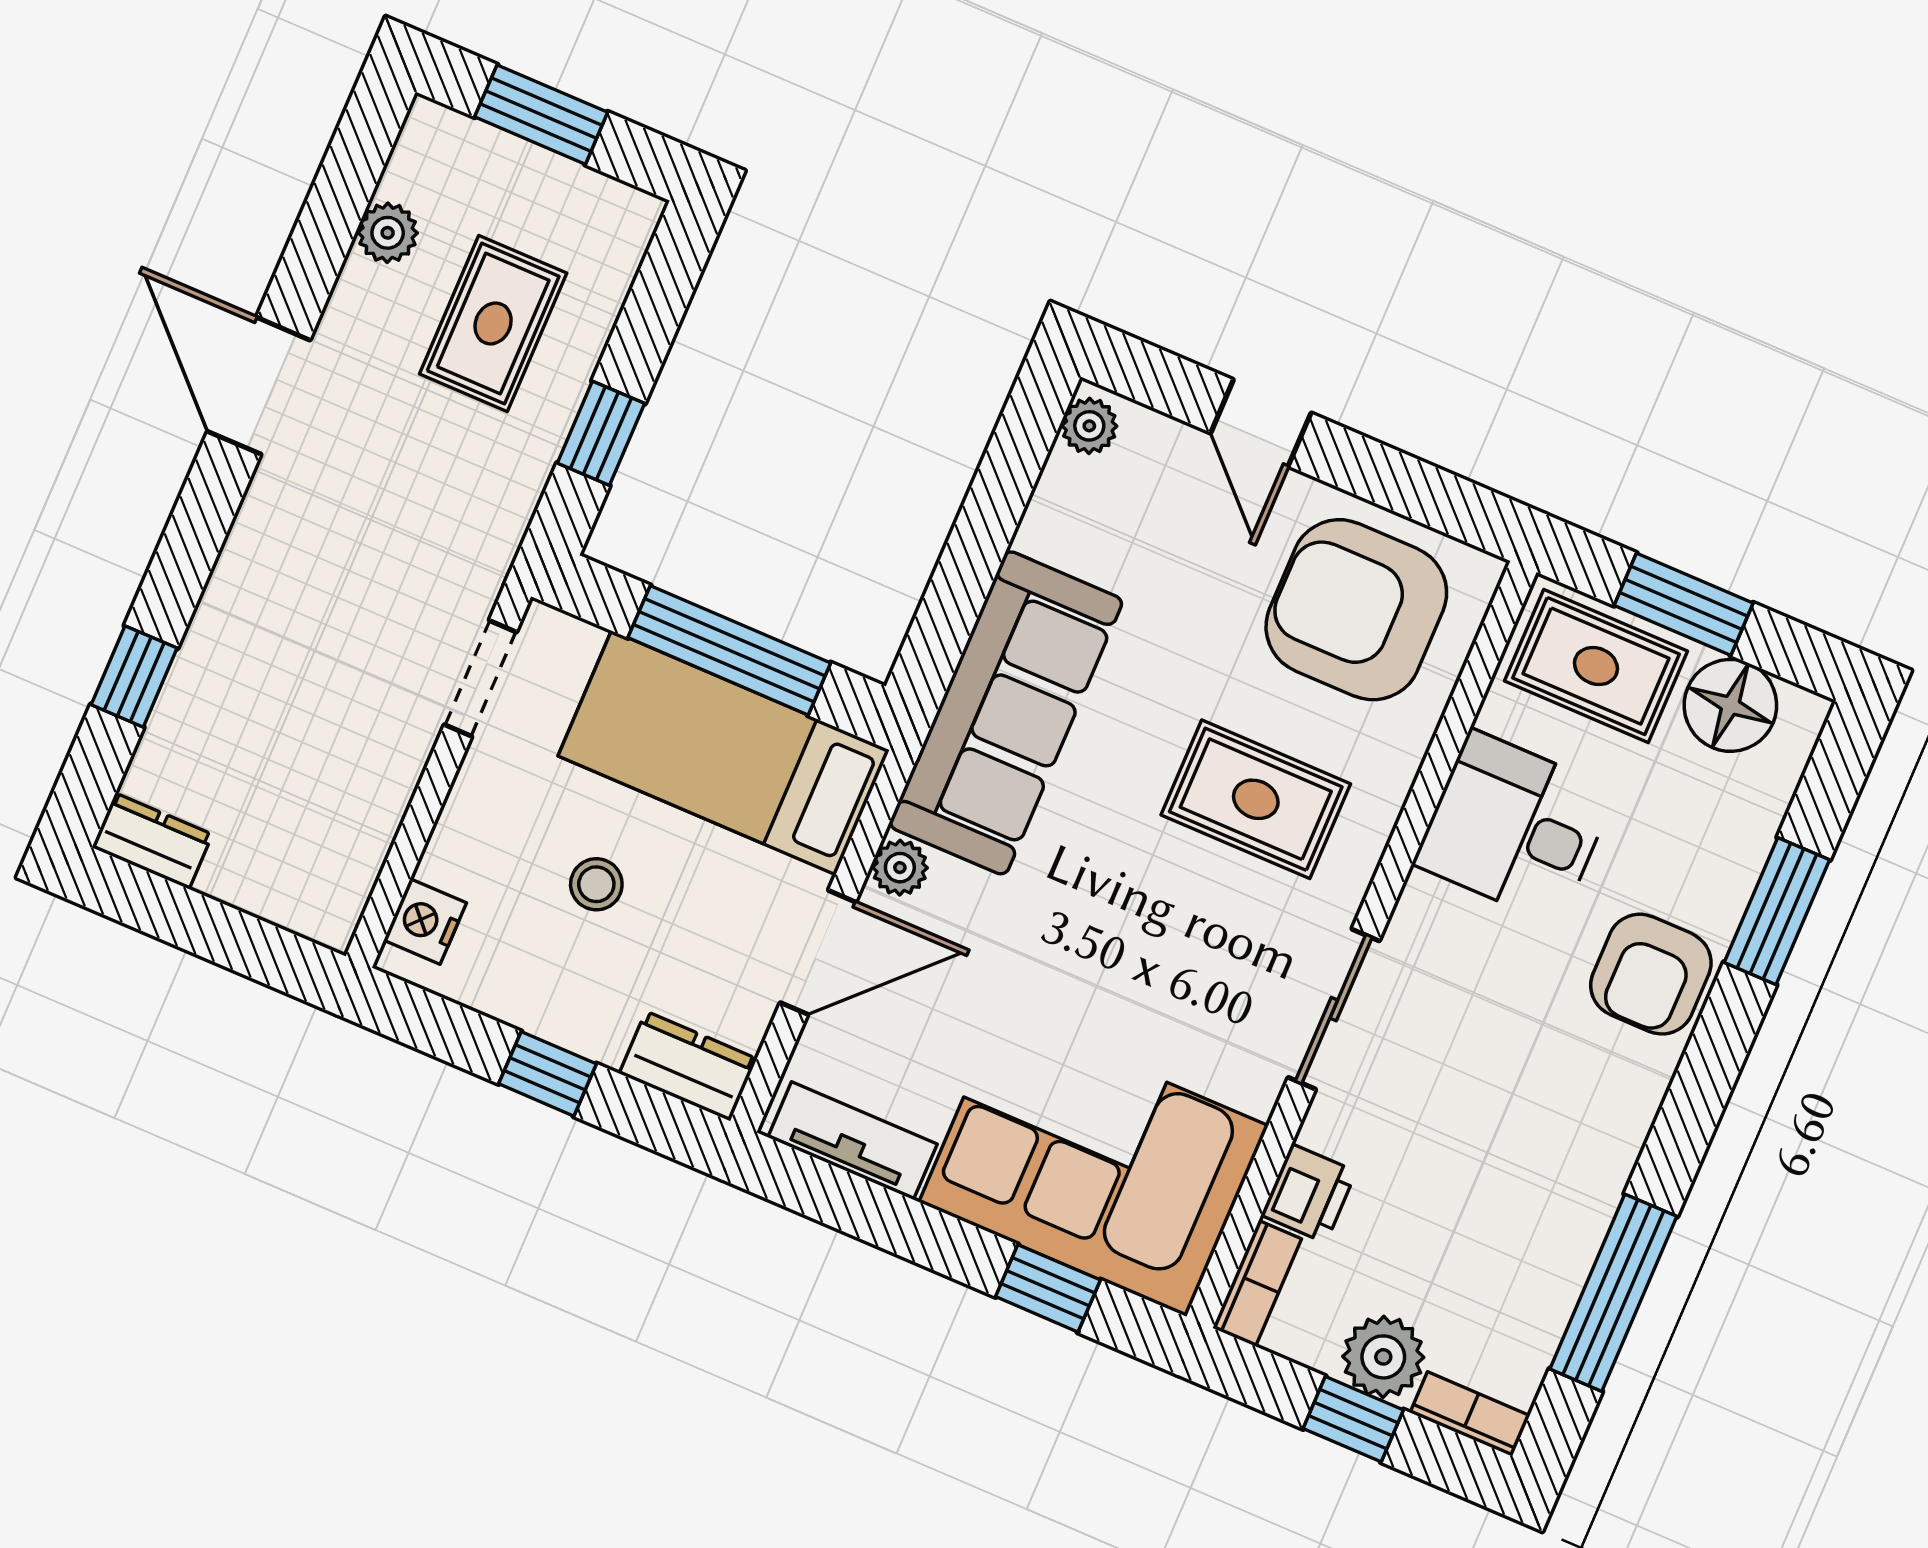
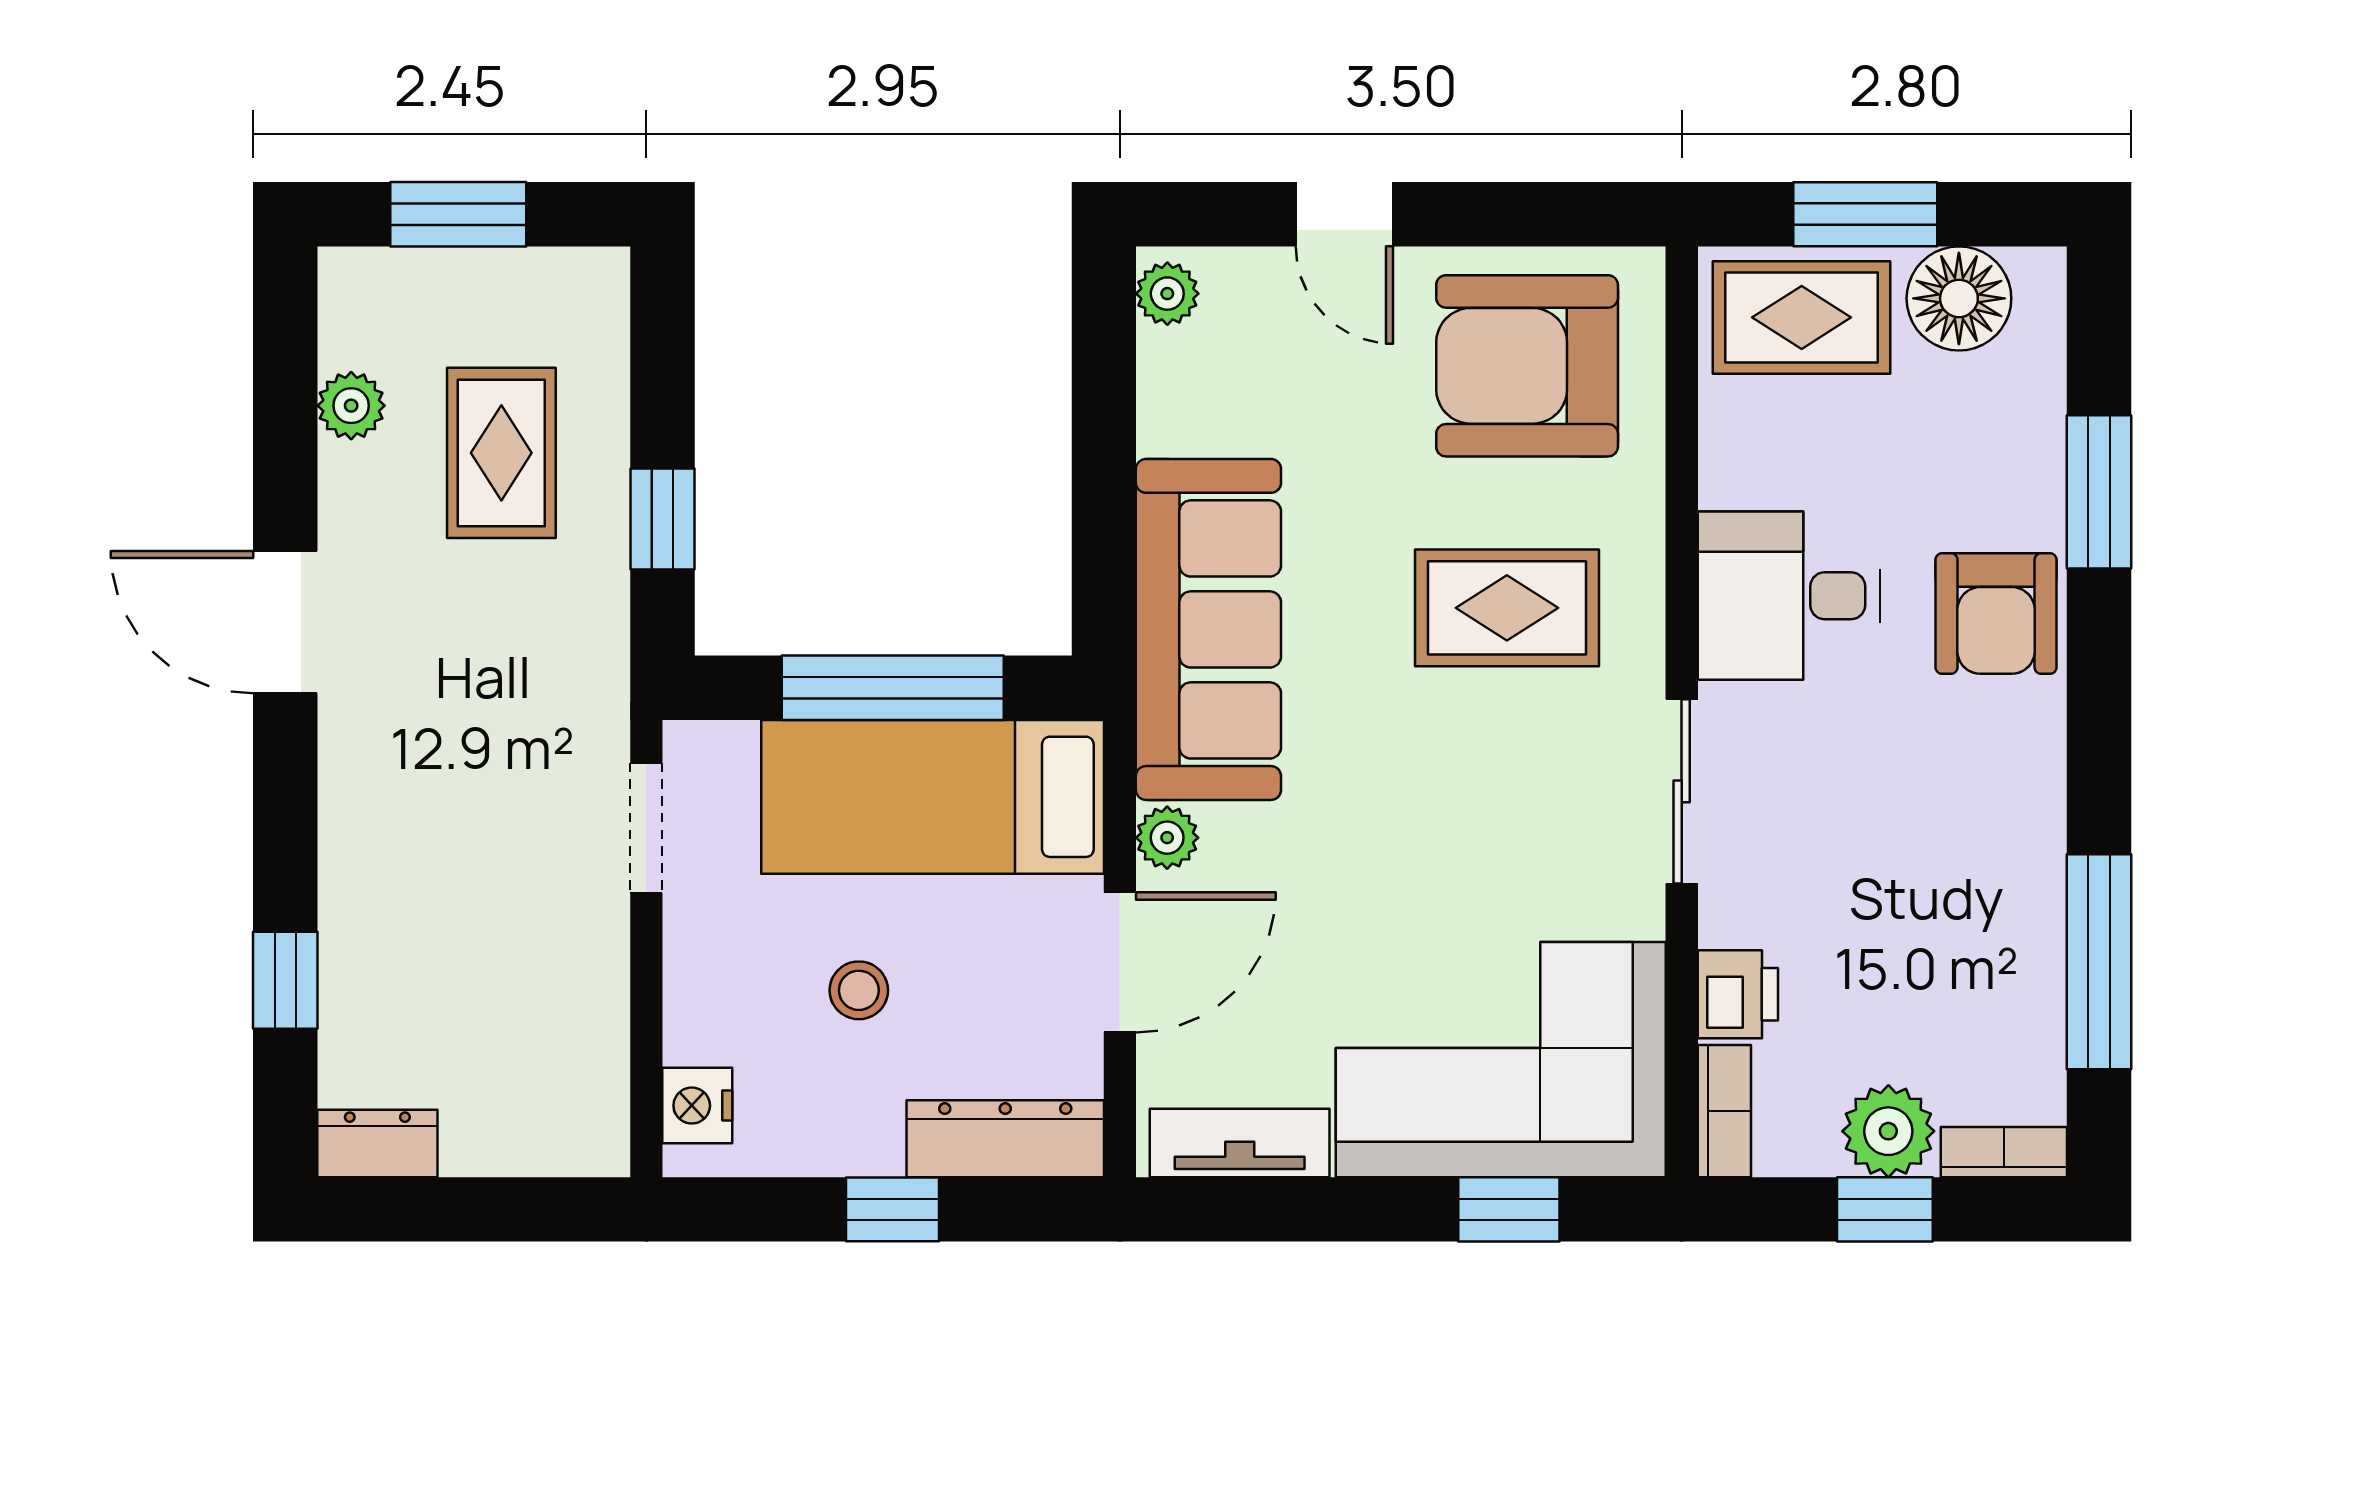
desk: (1514, 827) -> (1789, 596), moved
dresser: (688, 1066) -> (1005, 1139), width x1.44

